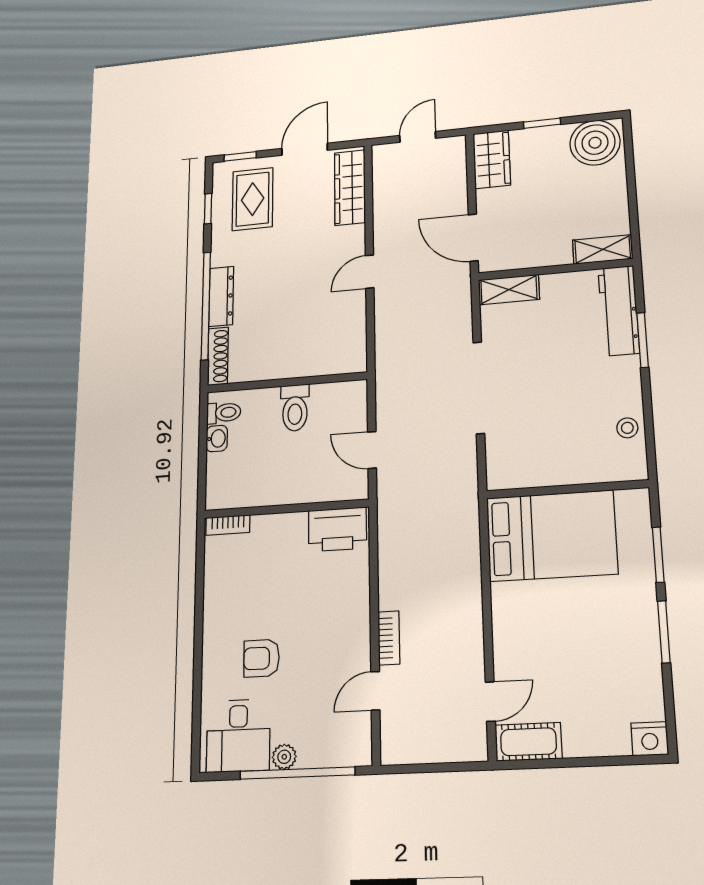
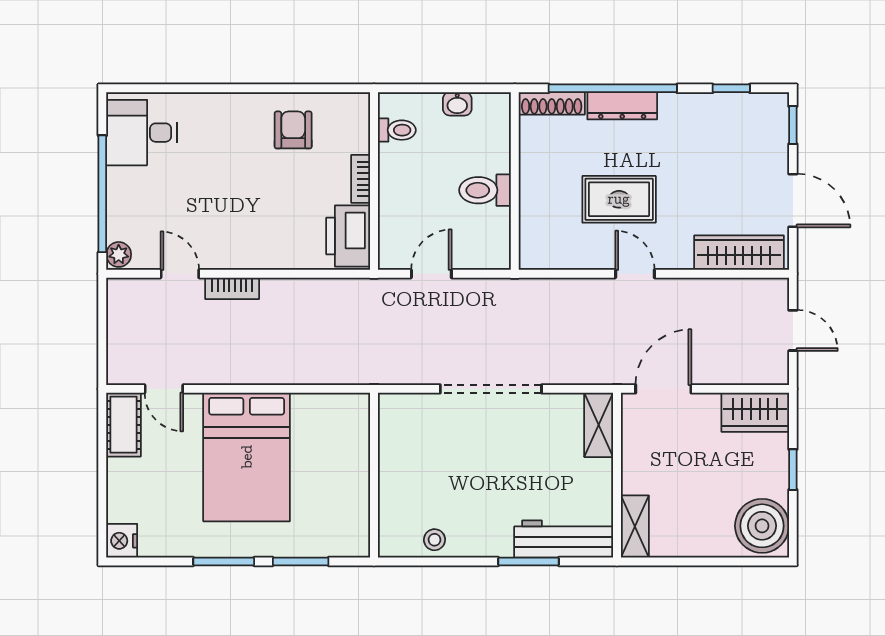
rug: (253, 199) -> (619, 199), moved
toilet: (224, 413) -> (397, 130), moved, turned -90
bookcase: (228, 525) -> (361, 179), moved
bed: (552, 536) -> (247, 457), moved
armchair: (262, 658) -> (293, 130), moved
plant: (284, 757) -> (119, 254), moved

